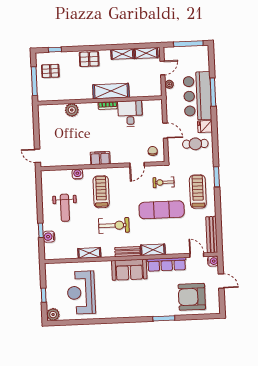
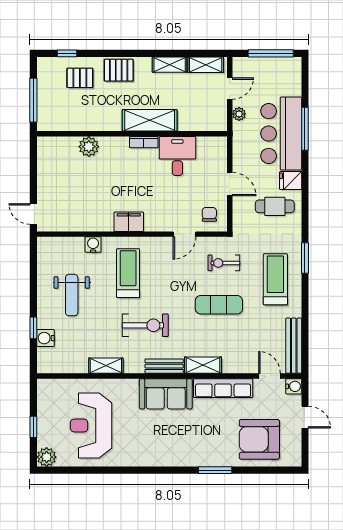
pallet: (50, 71) -> (80, 78), moved
exercise mat: (162, 210) -> (219, 305), width x0.73, depth x0.69

